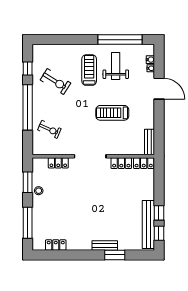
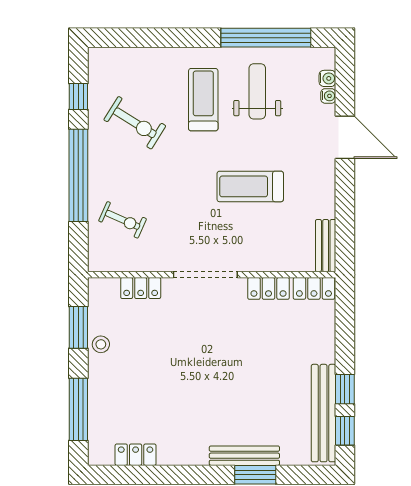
bench: (105, 246) -> (244, 456), width x1.36

